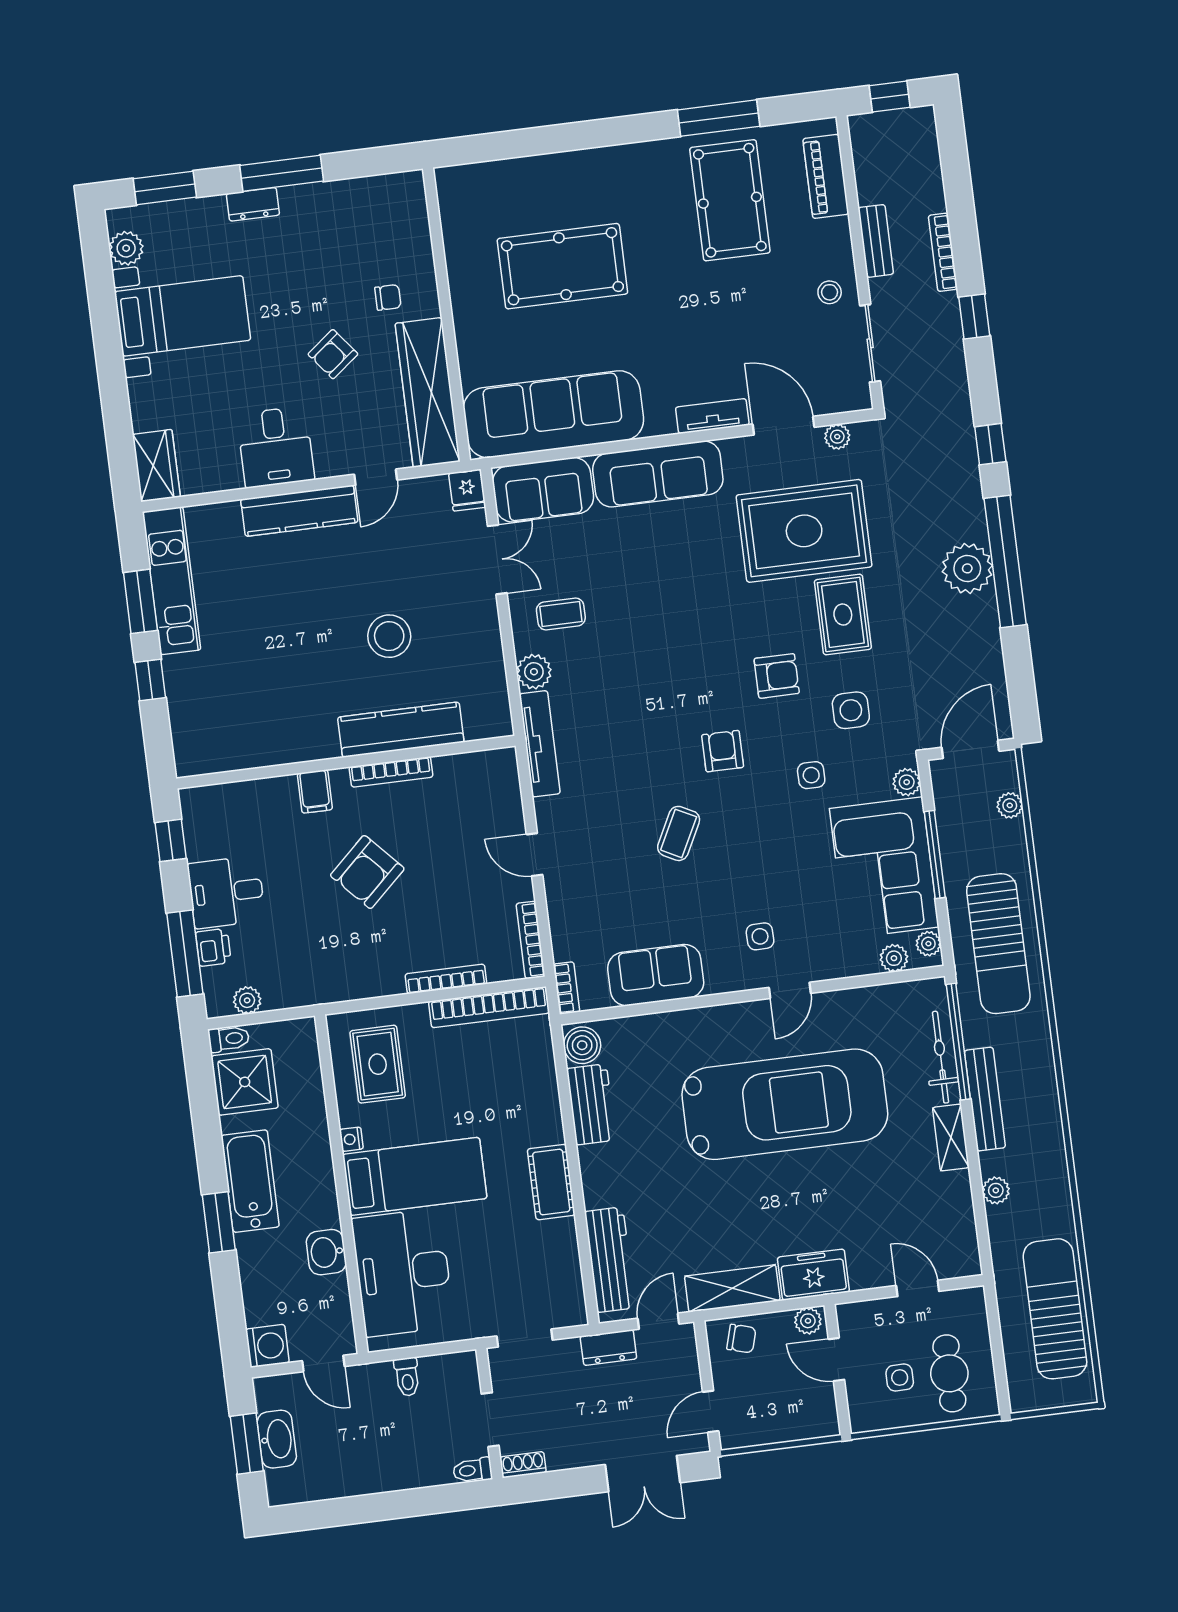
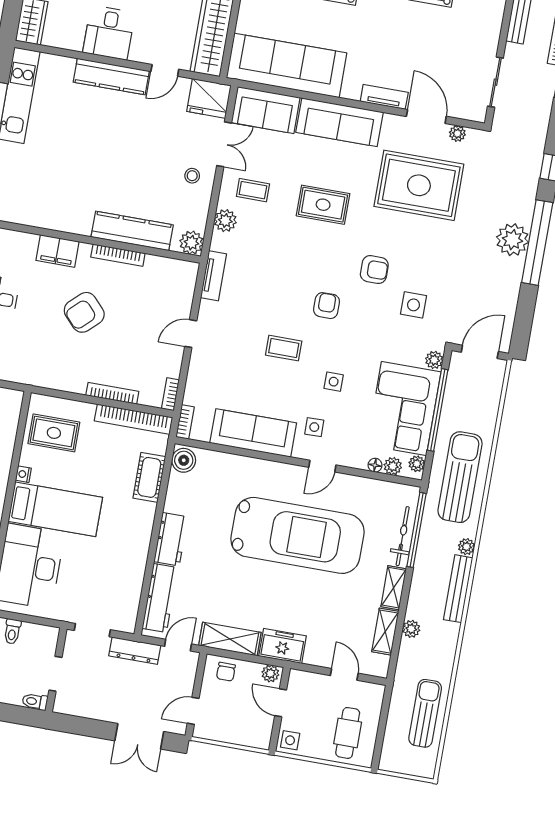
stool: (830, 292) -> (480, 43), removed
fridge: (467, 490) -> (209, 98), width x1.88, depth x1.34
rug: (843, 615) -> (323, 205), moved, turned 90
stool: (389, 636) -> (192, 176), moved, width x0.53, depth x0.53
plant: (494, 720) -> (191, 243), added
tv unit: (540, 744) -> (213, 276), width x0.71
side table: (811, 775) -> (334, 382), moved
filing cabinet: (315, 791) -> (58, 251), width x2.00
plant: (1010, 805) -> (466, 547), moved
coffee table: (679, 833) -> (284, 348), turned 63
door: (535, 855) -> (191, 334), hinge flipped
window: (935, 855) -> (438, 410), width x1.46
bookcase: (530, 940) -> (170, 394), width x0.64
sun lounger: (998, 944) -> (460, 477), turned 180
floor lamp: (867, 965) -> (375, 465), added
sofa: (656, 975) -> (253, 433), width x1.36
rug: (378, 1064) -> (54, 433), turned 90
bench: (985, 1099) -> (458, 589), moved
workbench: (591, 1104) -> (171, 539), moved
cot: (551, 1182) -> (149, 477), moved
shelving: (959, 1206) -> (385, 632), added
sun lounger: (1055, 1309) -> (425, 713), width x0.73, depth x0.75
chair: (741, 1339) -> (226, 672), turned 74
dresser: (608, 1348) -> (135, 651), width x1.44
side table: (900, 1377) -> (290, 740), moved
shoe rack: (523, 1465) -> (67, 708), removed

